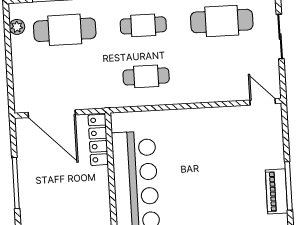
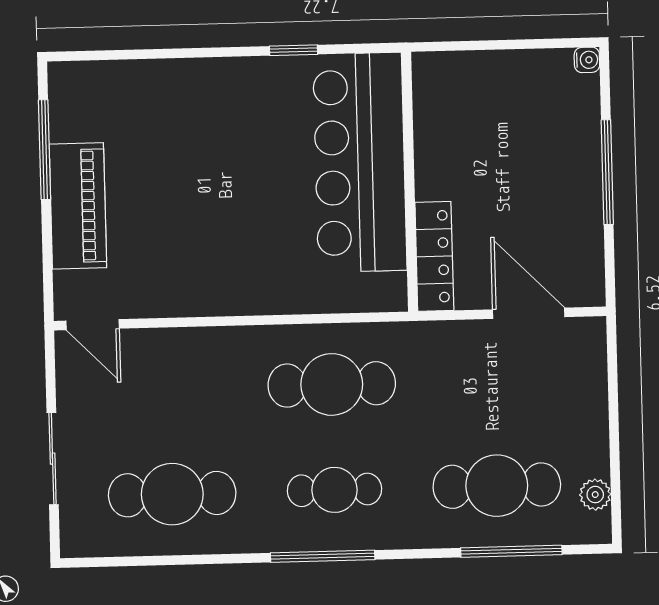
cafe table: (146, 76) -> (332, 384), width x1.37, depth x1.35
door: (52, 114) -> (529, 313), width x0.73
piano: (277, 191) -> (78, 206), moved, width x1.37, depth x1.33

